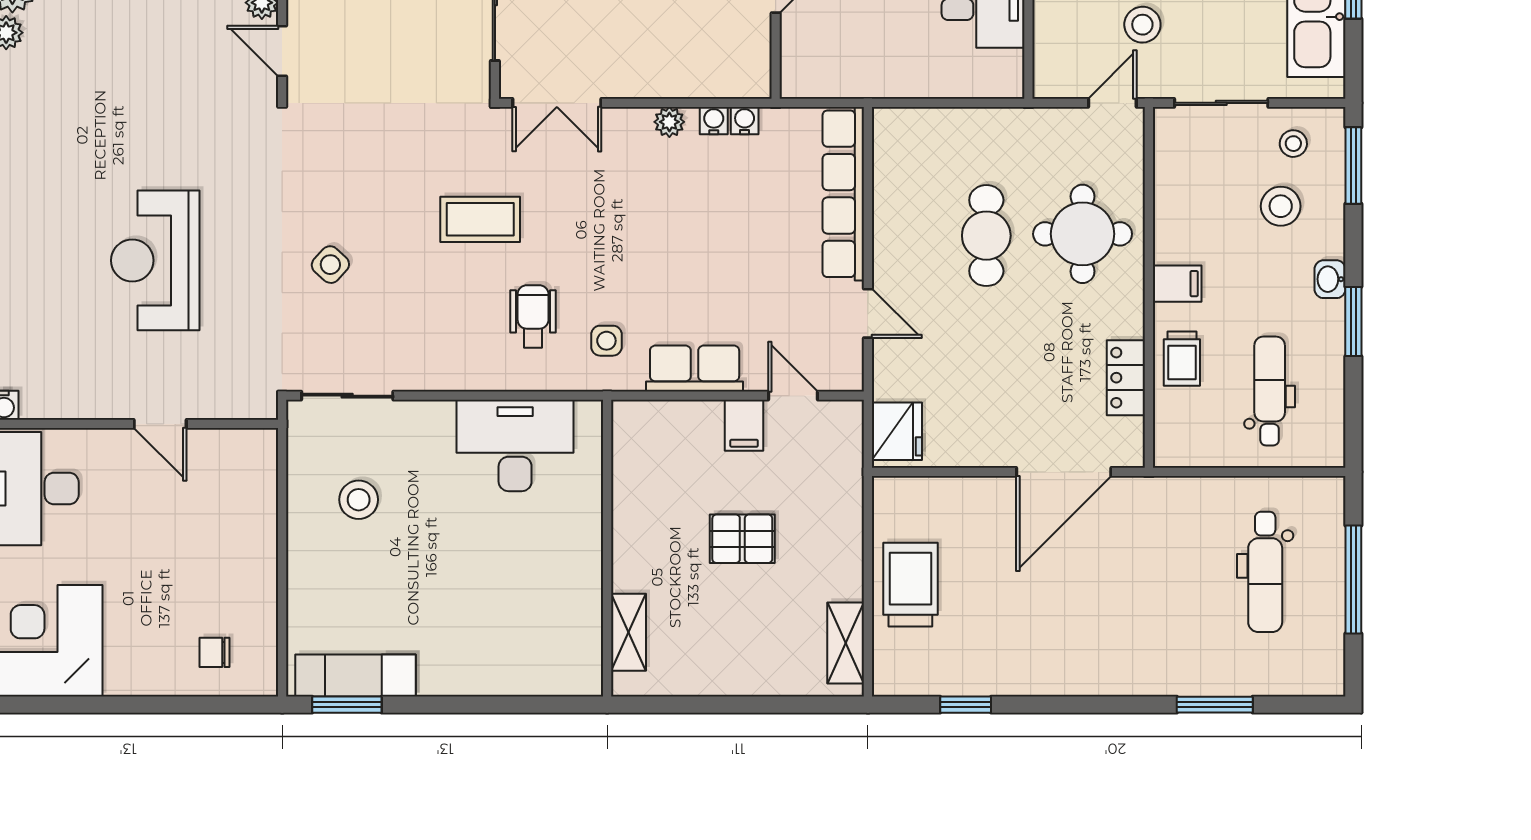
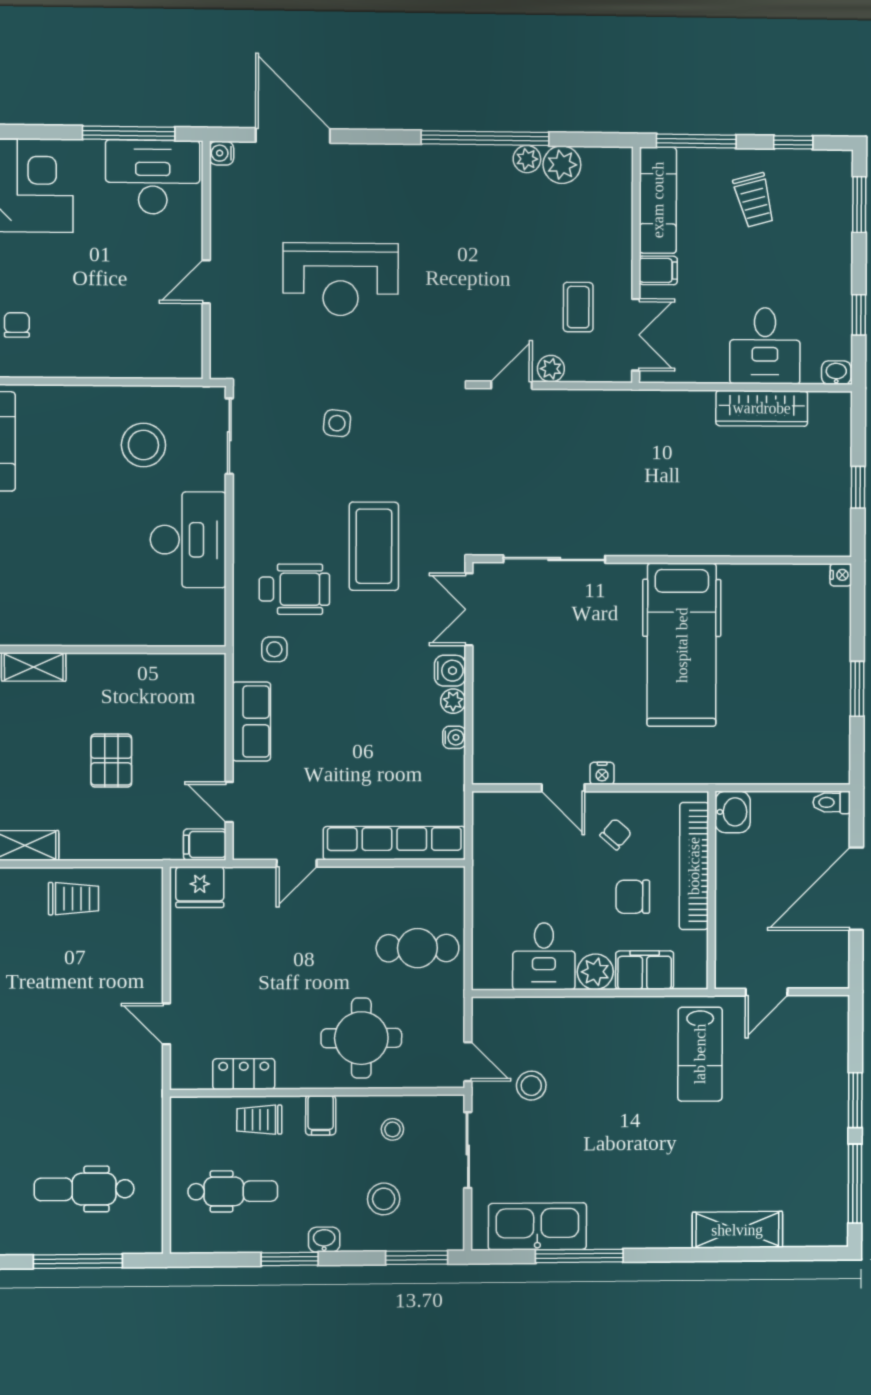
water cooler: (745, 121) -> (450, 671), moved, width x1.38, depth x1.38
stool: (1293, 144) -> (392, 1129), moved
coffee table: (480, 219) -> (374, 546), width x1.36, depth x1.32
cafe table: (986, 236) -> (417, 948), moved
reception desk: (155, 260) -> (341, 279), turned 180
side table: (330, 265) -> (337, 423), turned -36
wheelchair: (533, 316) -> (294, 589), width x1.36, depth x1.37
door: (793, 396) -> (229, 802), swing flipped
filing cabinet: (744, 425) -> (205, 844), moved
desk: (515, 446) -> (188, 540), moved
door: (1064, 472) -> (166, 1024), width x0.53
stool: (359, 500) -> (143, 445), width x1.38, depth x1.38
trolley: (910, 585) -> (73, 899), width x0.73, depth x0.72

